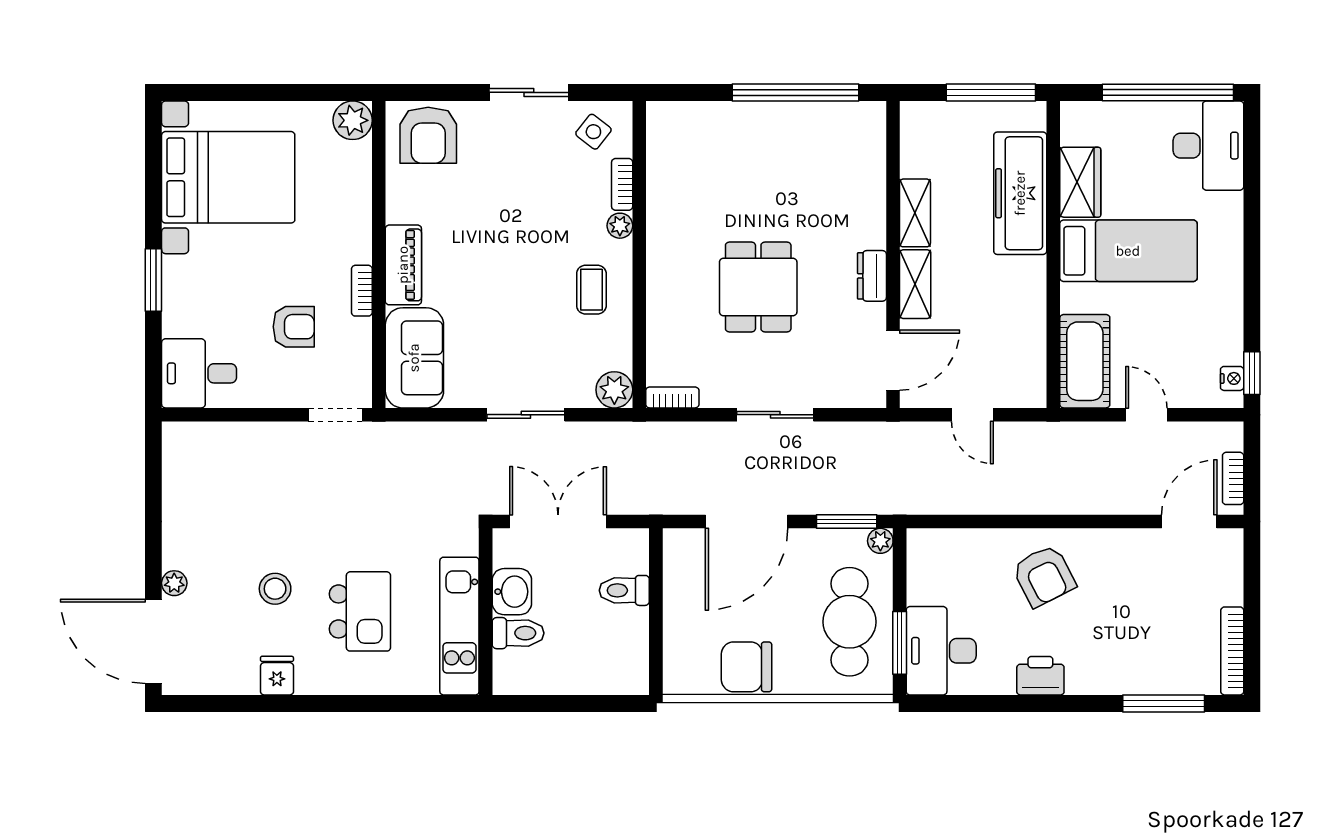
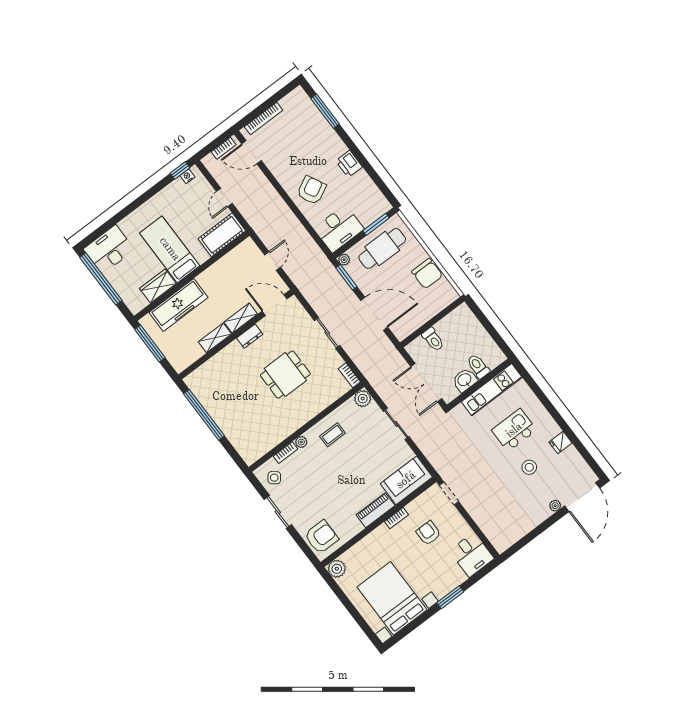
desk: (941, 651) -> (339, 229), moved
bookcase: (1232, 651) -> (264, 118), moved

